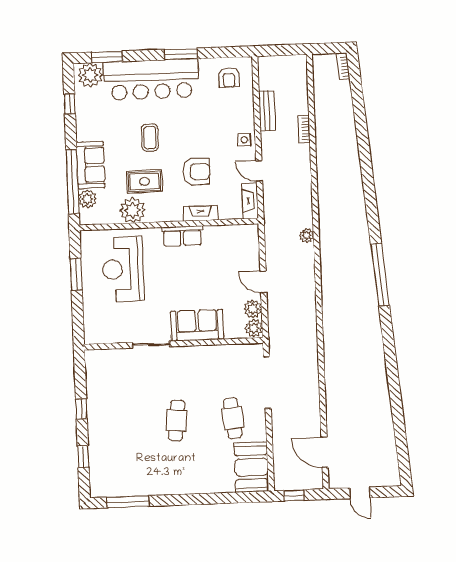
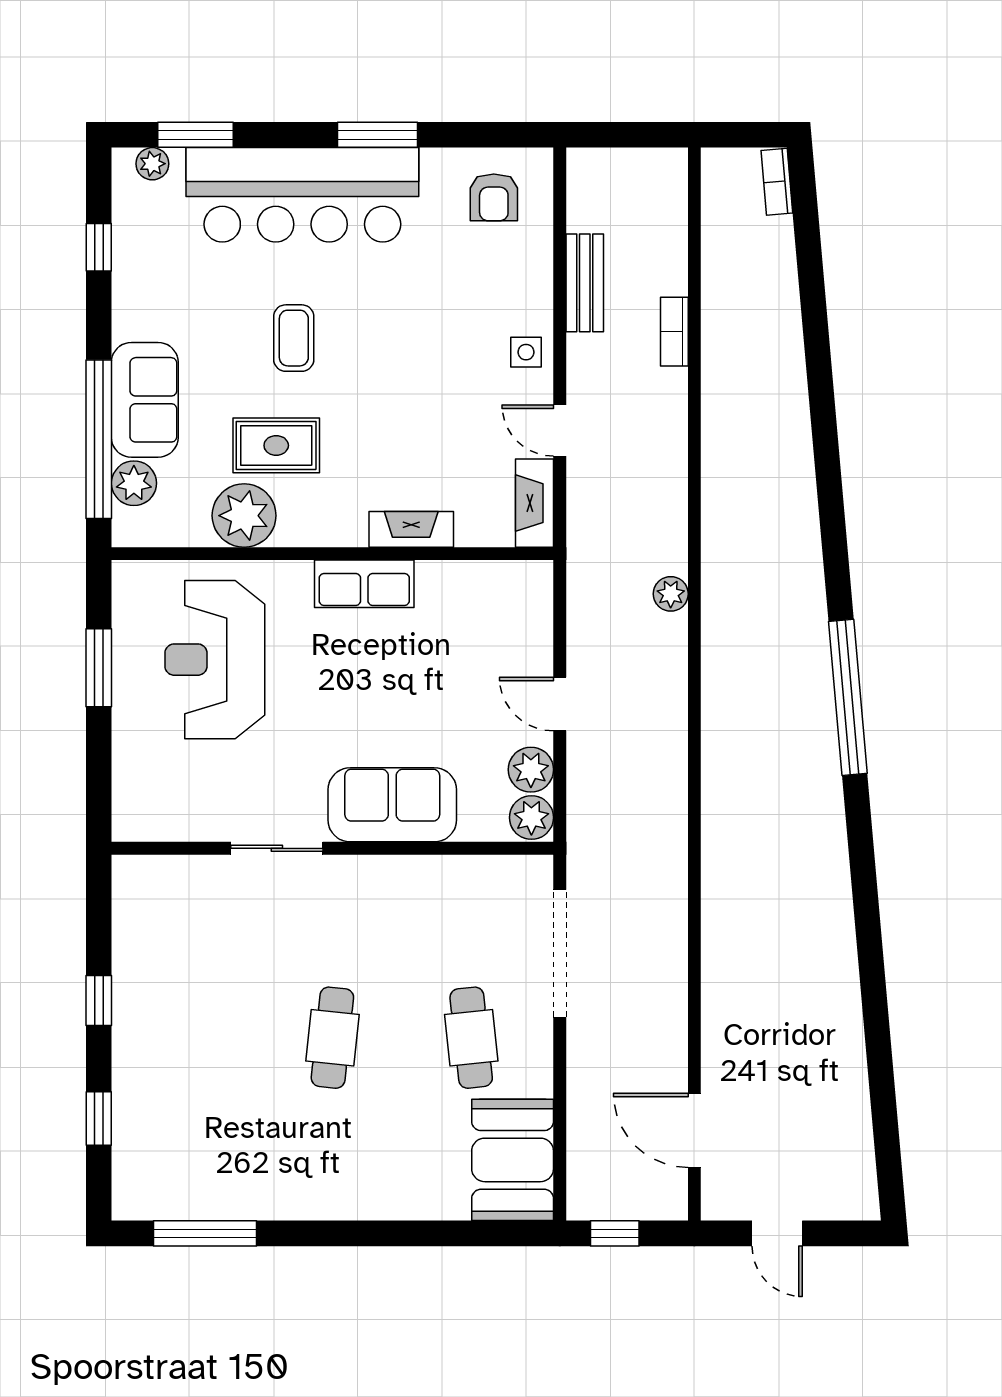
plant: (90, 75) -> (152, 164), width x0.53, depth x0.53
armchair: (196, 172) -> (405, 426), removed

